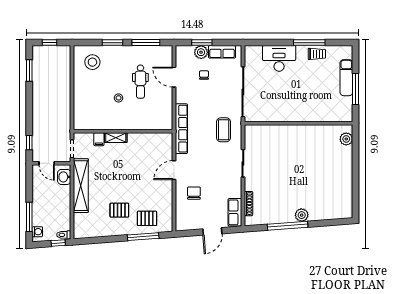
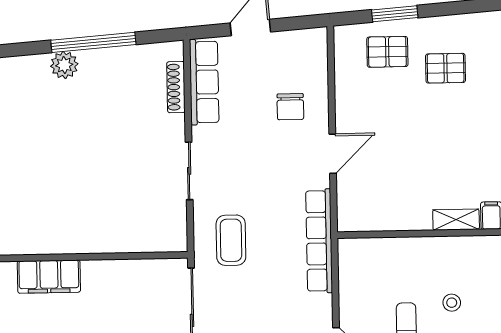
filing cabinet: (311, 114) -> (49, 277), added
row of seats: (235, 212) -> (204, 82), width x1.48
window: (143, 237) -> (395, 14), width x0.69

